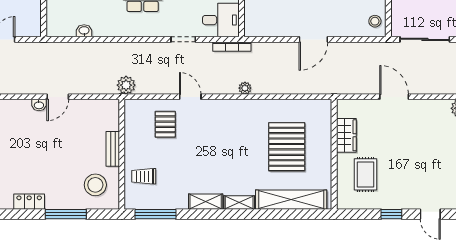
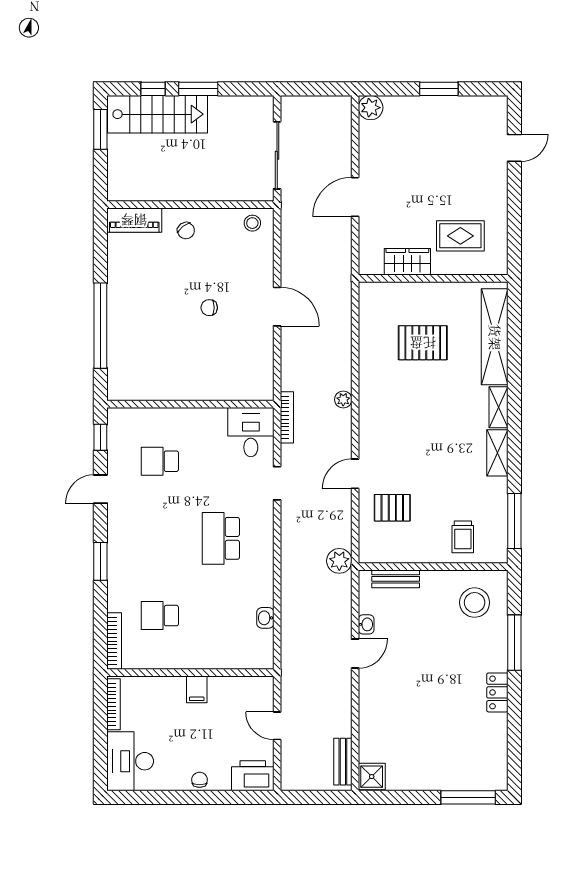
door: (58, 97) -> (355, 654), hinge flipped
washbasin: (39, 105) -> (366, 624), moved
pallet: (287, 147) -> (423, 343), width x0.73, depth x0.71
bench: (113, 149) -> (396, 579), moved
window: (391, 214) -> (514, 201), removed

